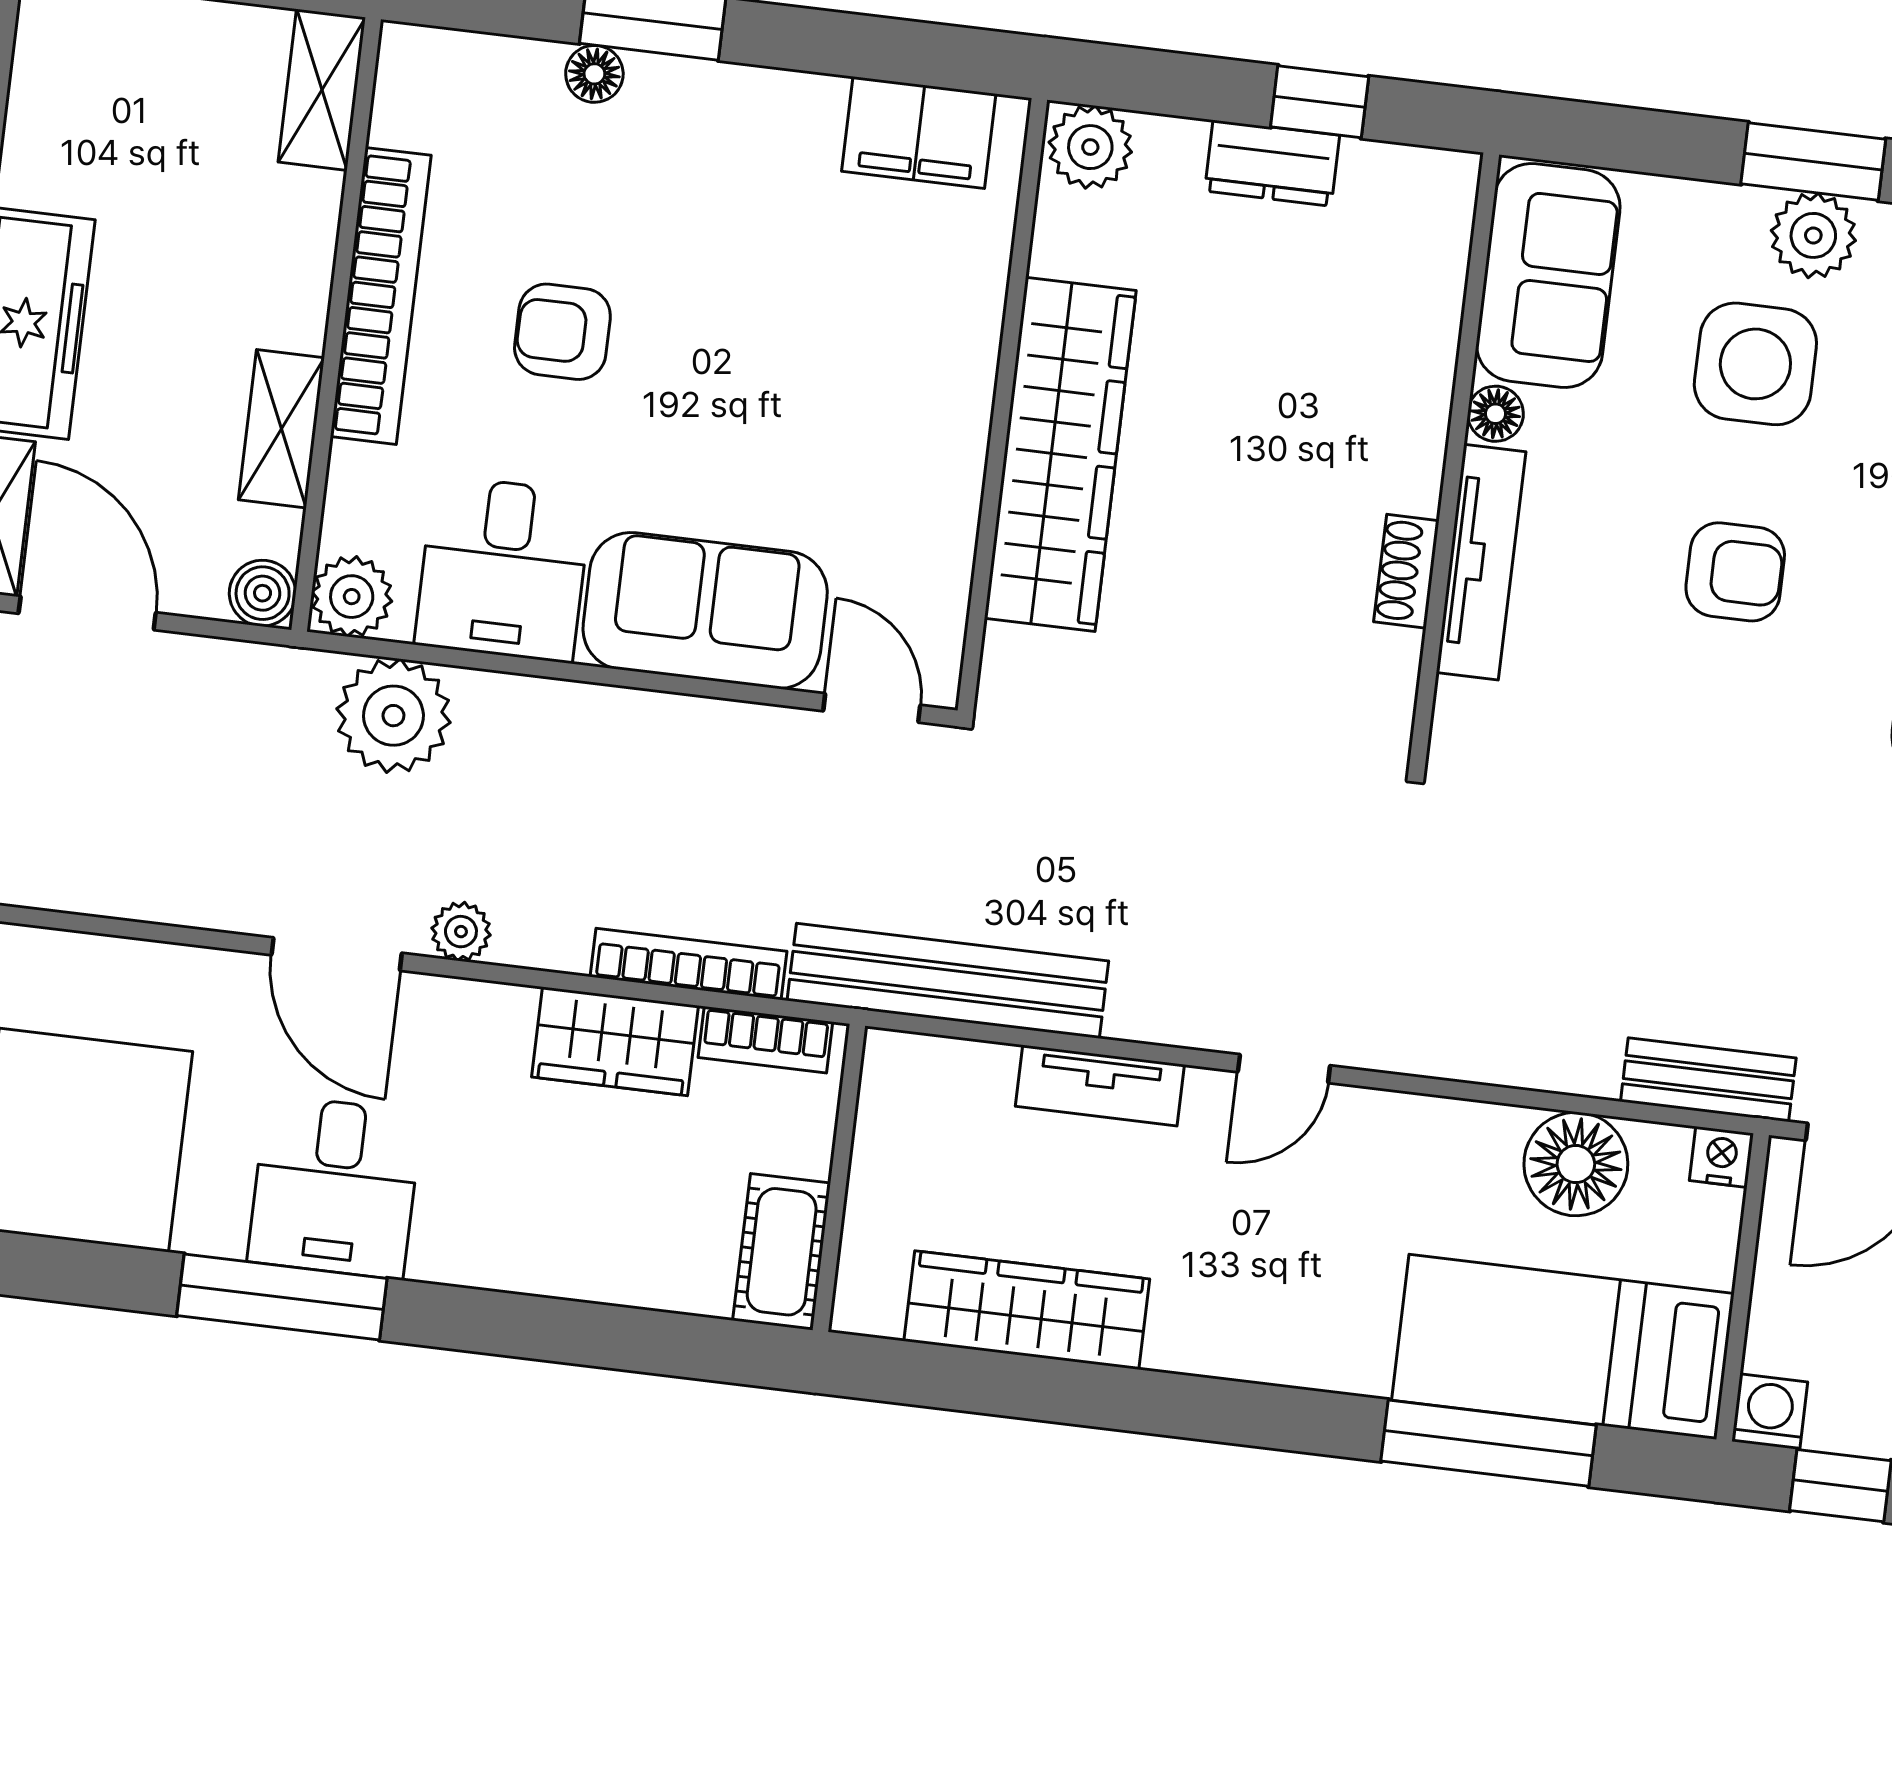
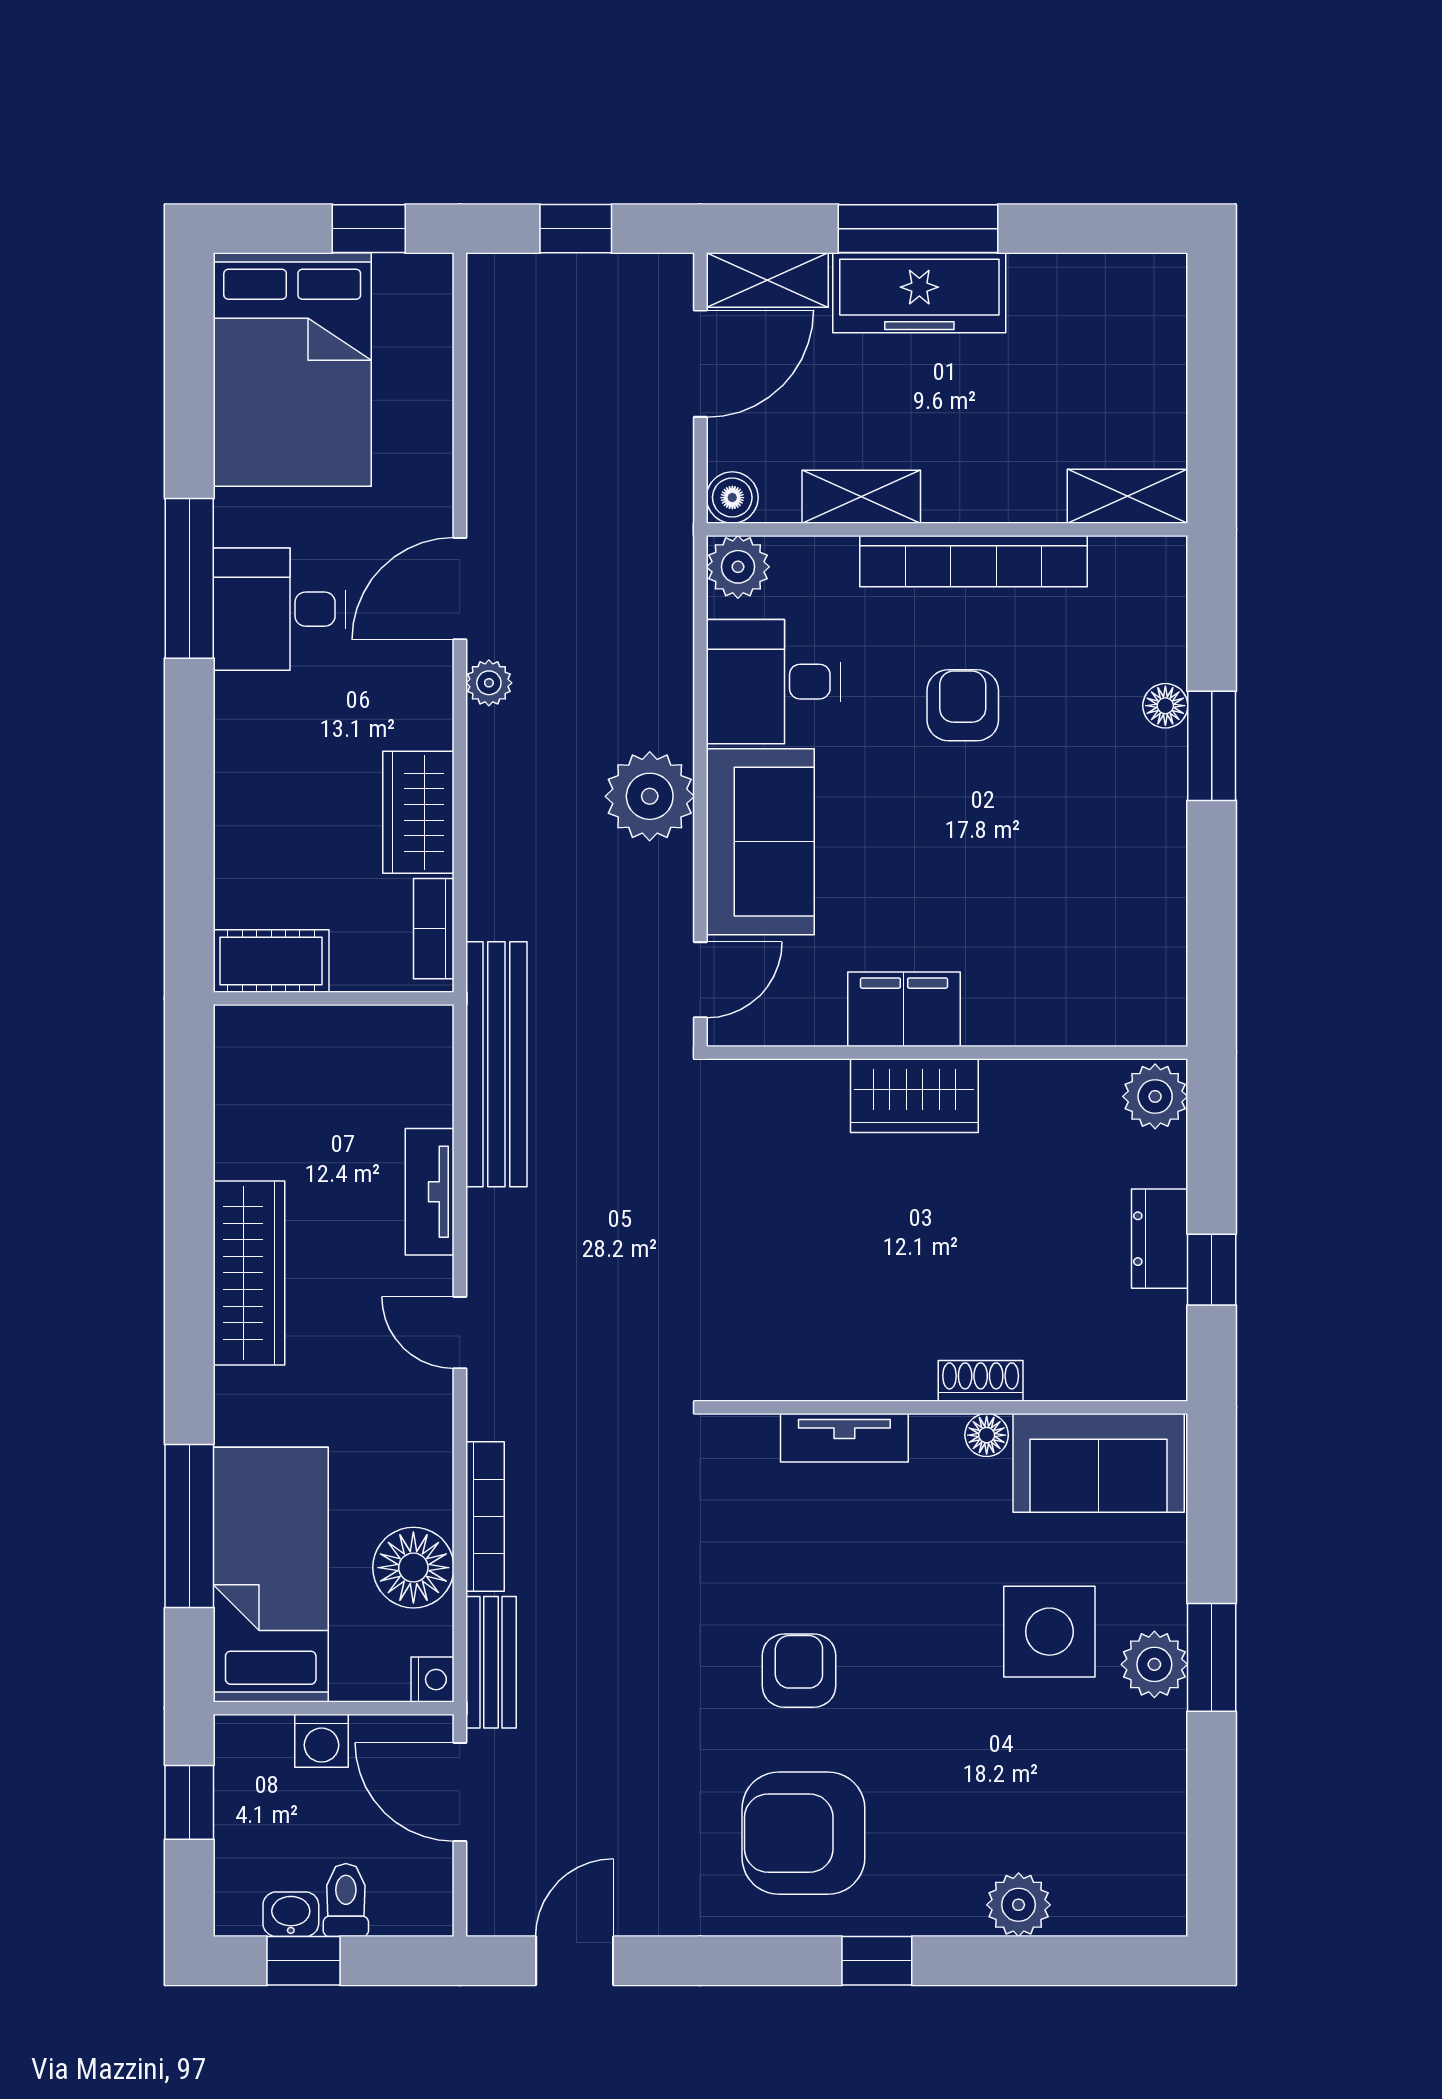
filing cabinet: (919, 133) -> (904, 1009), moved, turned 90
wardrobe: (1060, 454) -> (914, 1096), width x0.48, depth x0.85
tv unit: (1481, 562) -> (844, 1438), width x0.71
shoe rack: (1406, 571) -> (981, 1381), moved
armchair: (1735, 572) -> (799, 1671), moved, turned 180
plant: (393, 716) -> (650, 796), moved
bookcase: (689, 964) -> (485, 1517), moved
wardrobe: (1027, 1310) -> (249, 1273), moved
washing machine: (1770, 1412) -> (322, 1741), moved, turned 90

